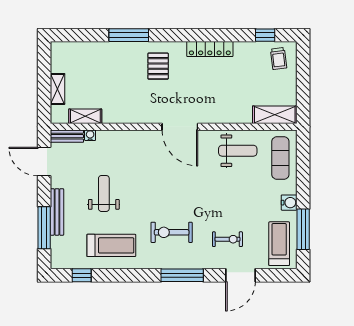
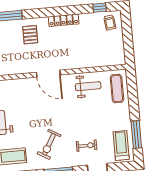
shelving: (275, 115) -> (111, 60), removed
water cooler: (289, 203) -> (125, 118), removed
exercise bike: (172, 232) -> (49, 144), turned -60

